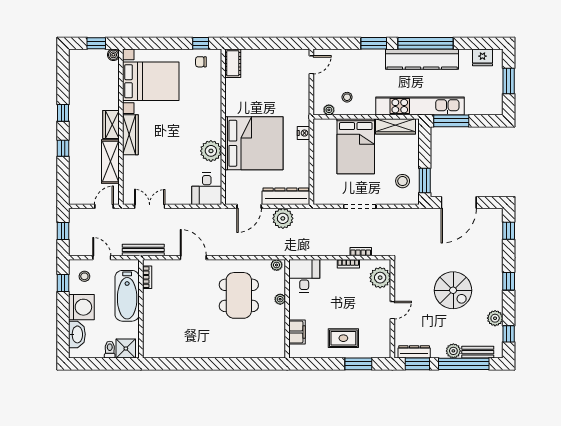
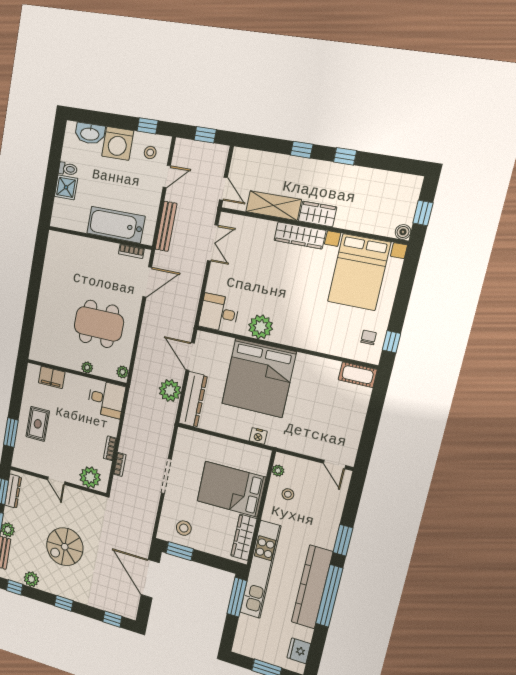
bookcase: (147, 277) -> (131, 251), moved
bathtub: (127, 296) -> (116, 225), moved
wall: (141, 309) -> (100, 238), moved

